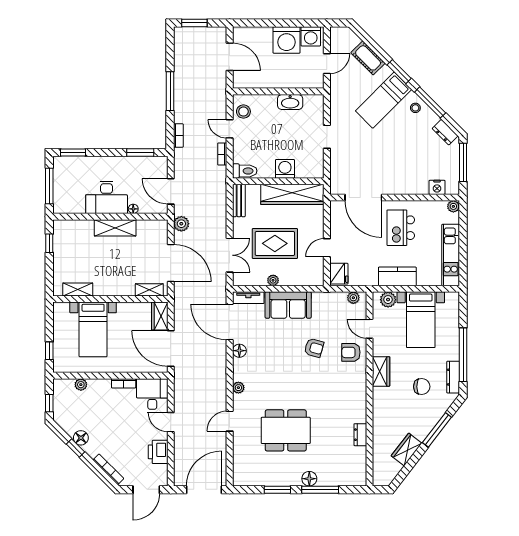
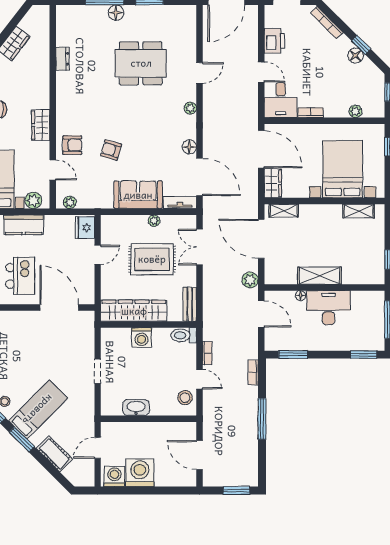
bed with nightstands: (93, 329) -> (343, 169), width x1.36

